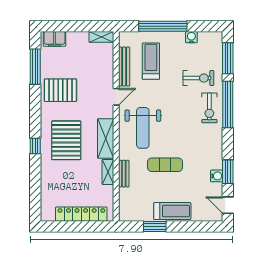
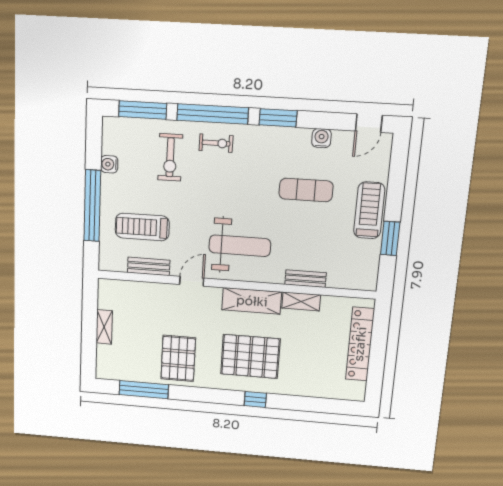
shelving: (101, 37) -> (104, 327), moved
filing cabinet: (54, 39) -> (106, 360), removed
bench: (124, 67) -> (149, 266), width x0.73
exercise bike: (198, 78) -> (170, 157), turned 180
door: (116, 97) -> (192, 281), hinge flipped
exercise bike: (209, 108) -> (216, 143), width x0.73, depth x0.72
exercise mat: (165, 165) -> (306, 190), moved, turned 90
window: (228, 172) -> (278, 118), moved

